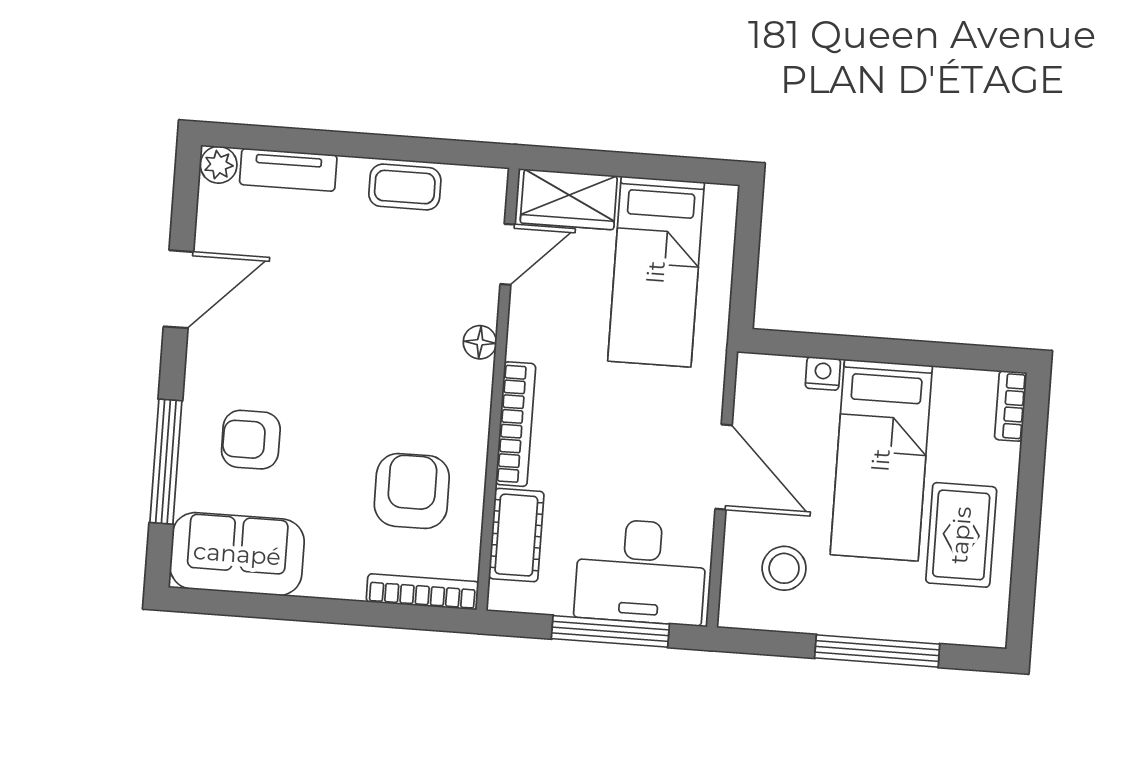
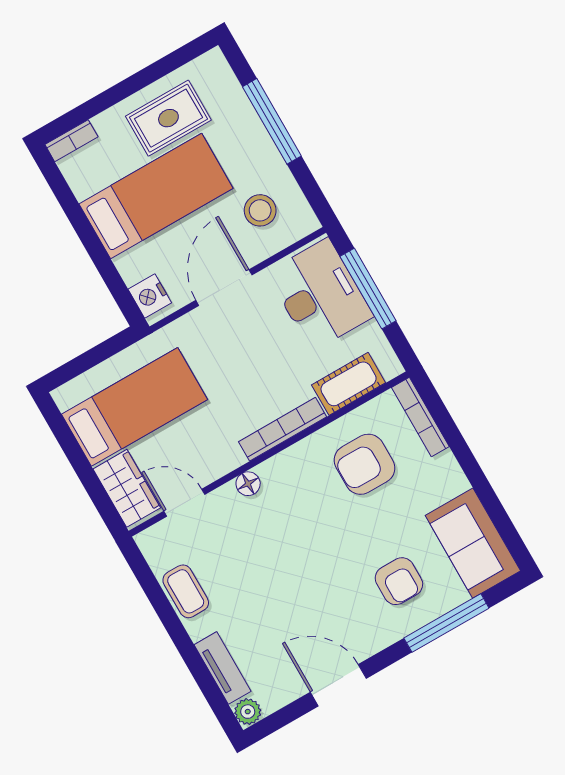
nightstand: (823, 373) -> (150, 296), moved, width x1.39, depth x1.35

